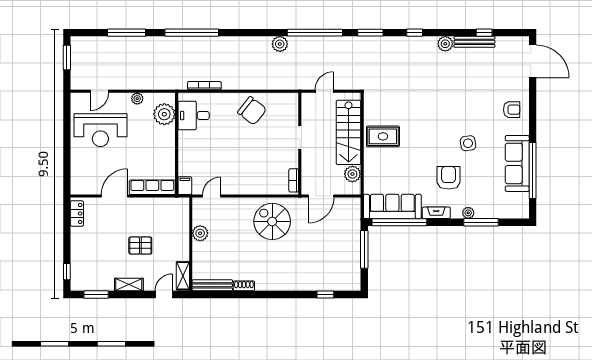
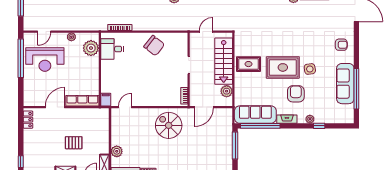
window: (67, 128) -> (21, 58), added
rug: (431, 141) -> (283, 67), added
window: (481, 222) -> (319, 126), width x0.46
plant: (200, 233) -> (117, 151), moved

